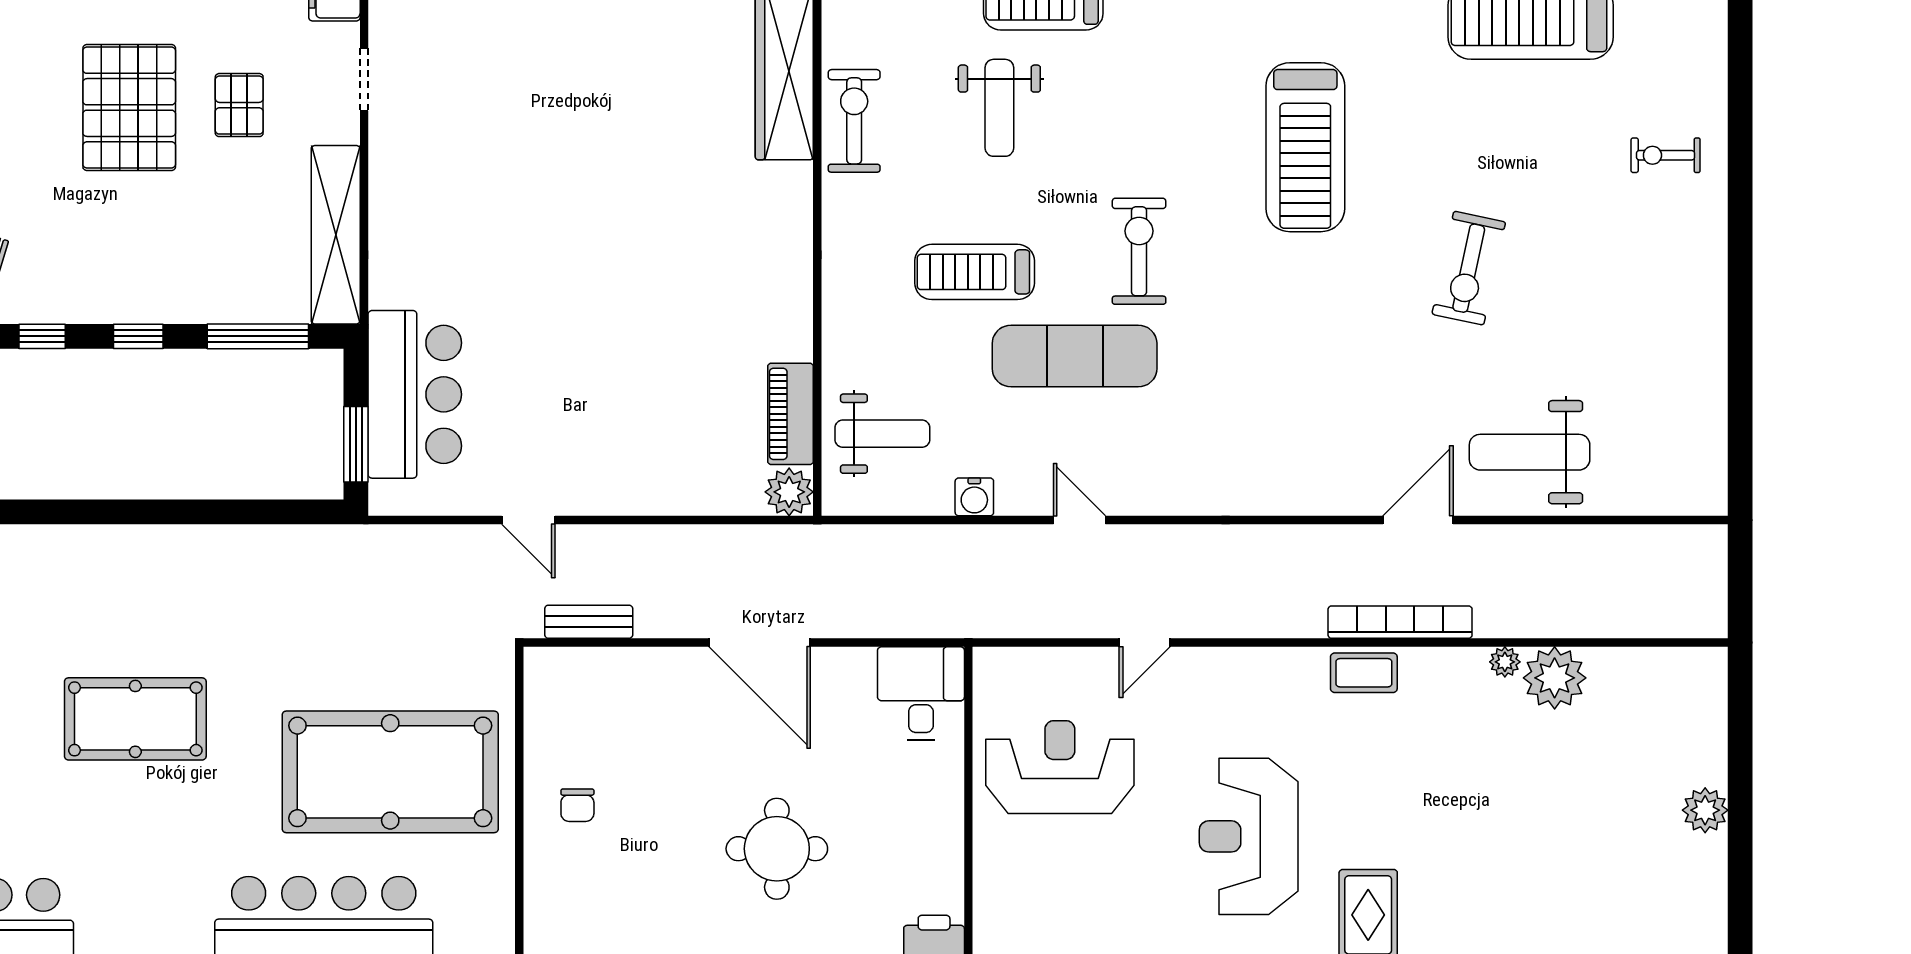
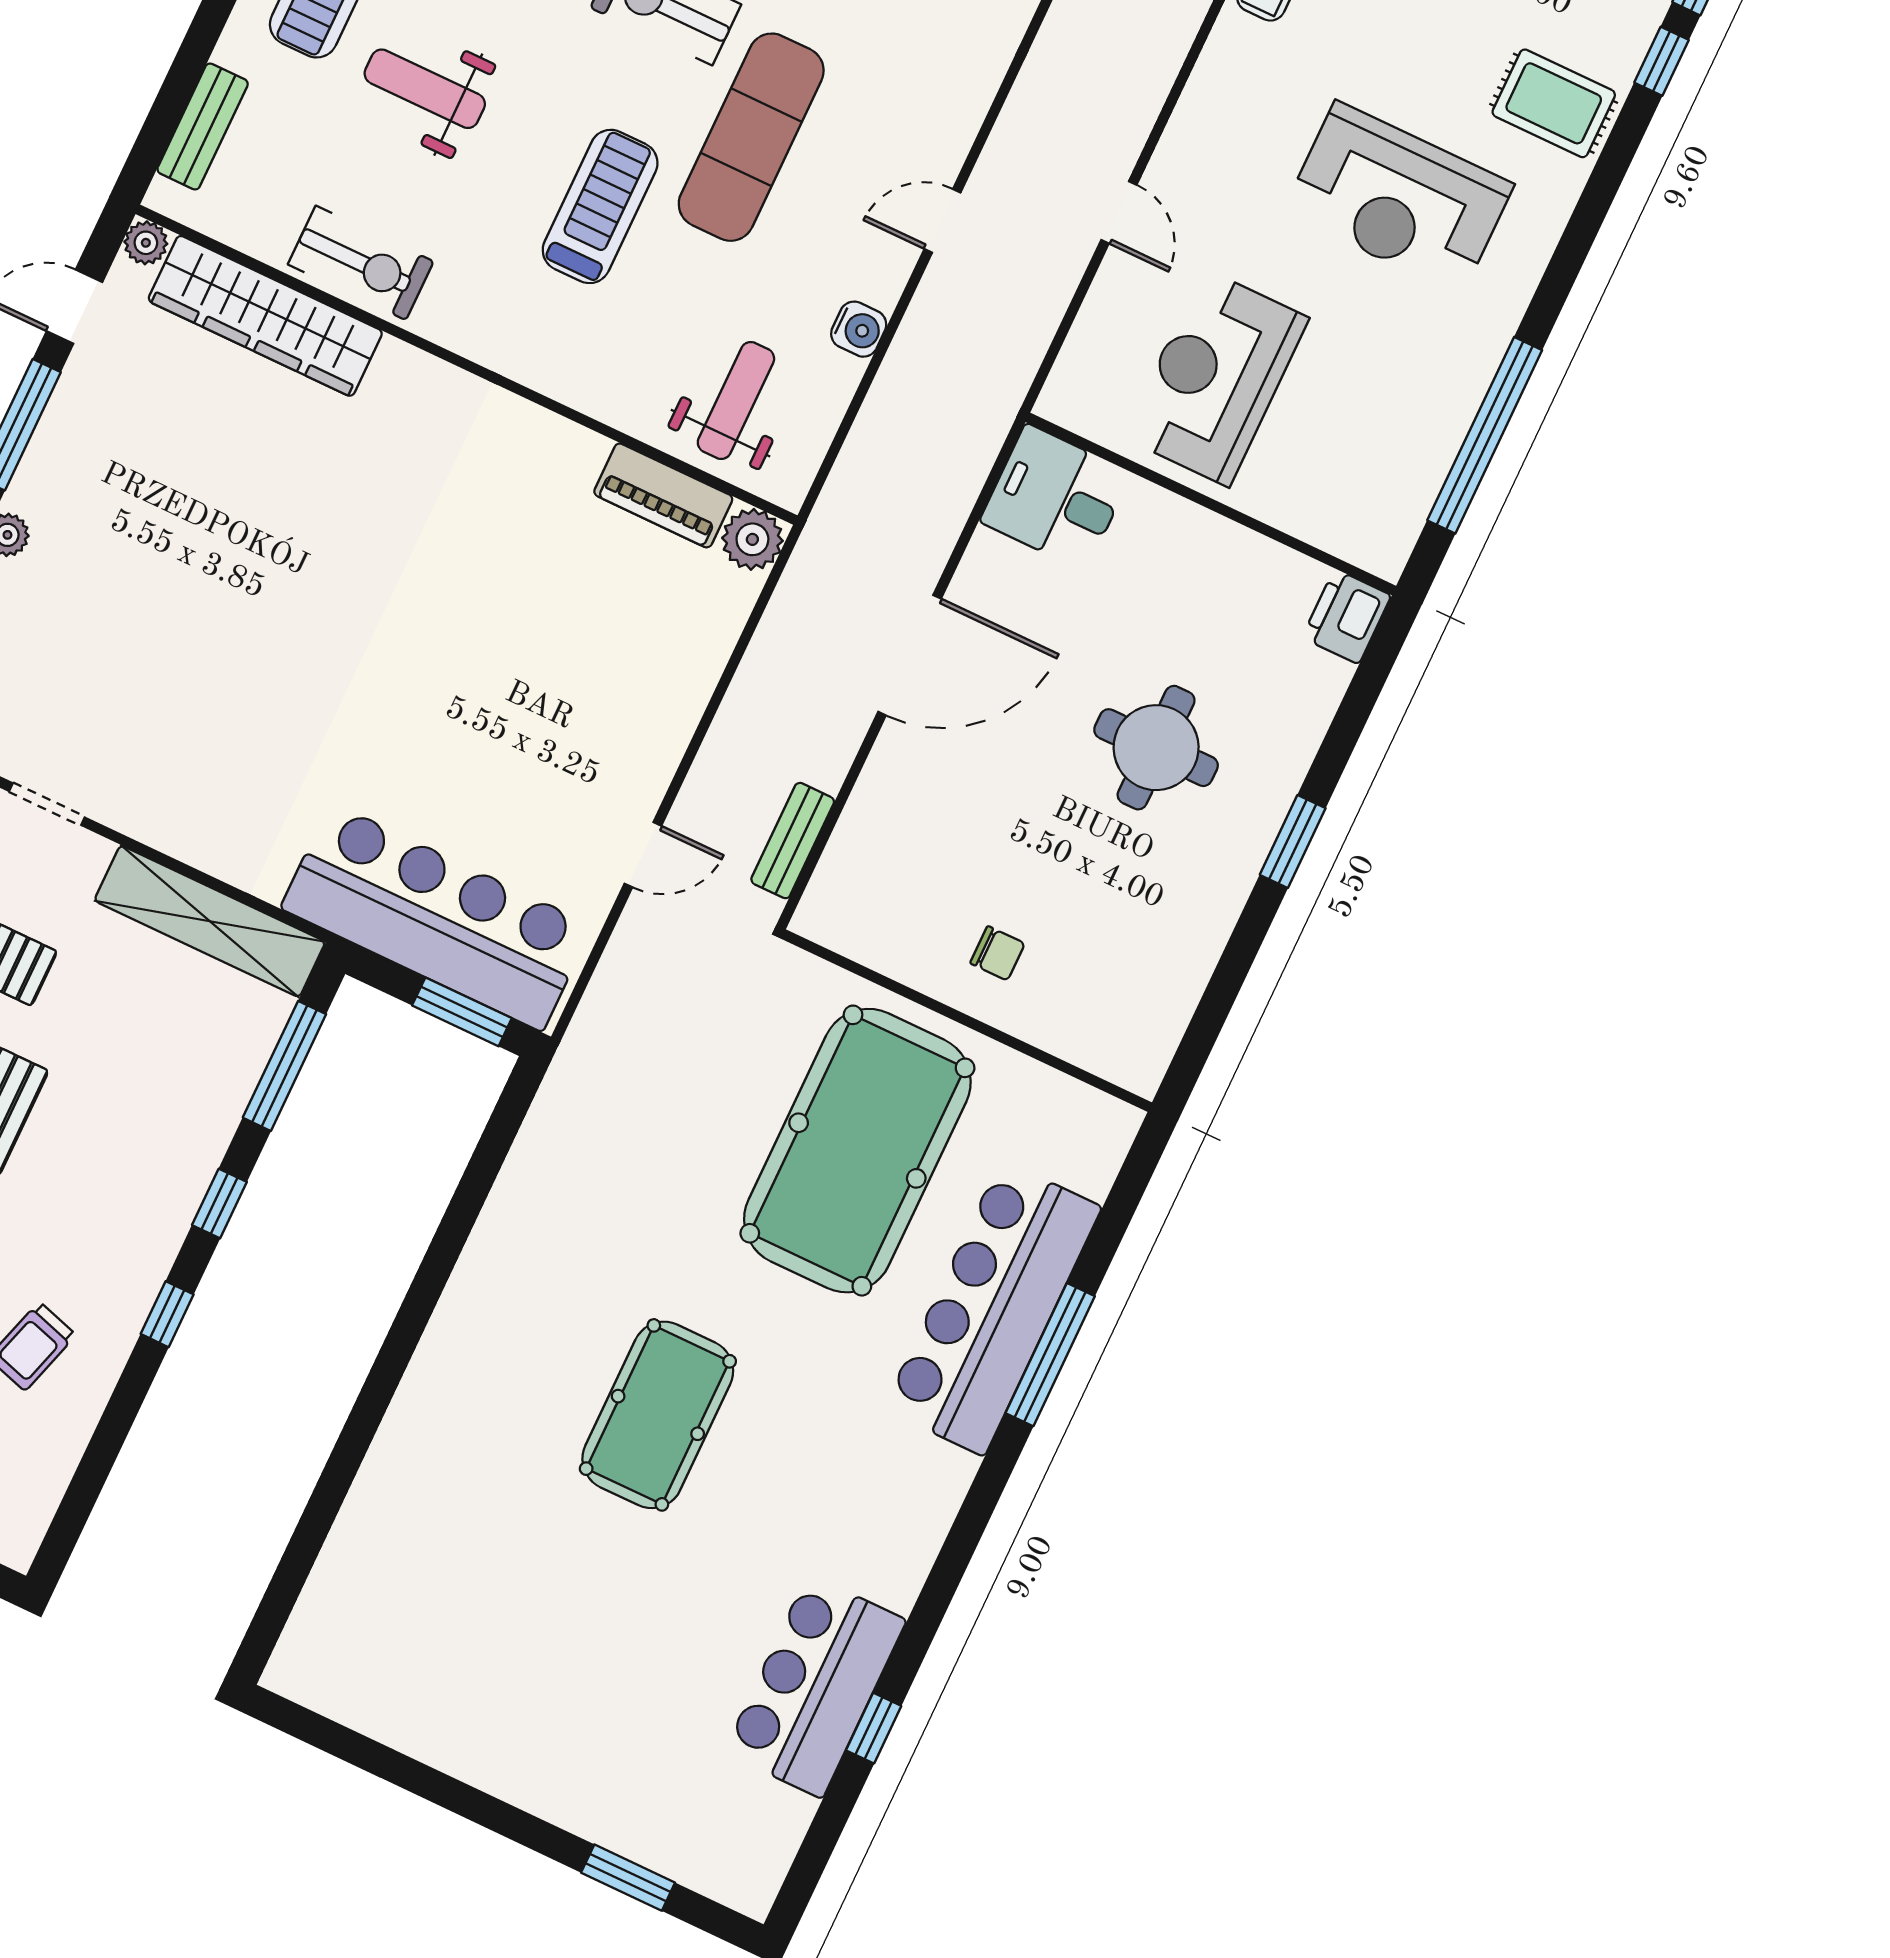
weight bench: (999, 108) -> (425, 89), turned 180
exercise bike: (854, 121) -> (361, 263), turned 180
treadmill: (975, 272) -> (600, 206), turned 180
bar counter: (415, 394) -> (437, 917), width x1.36

